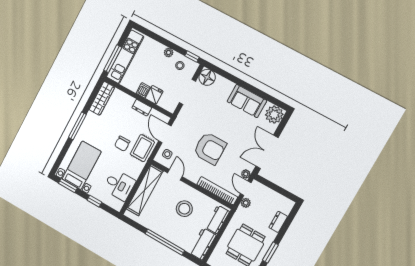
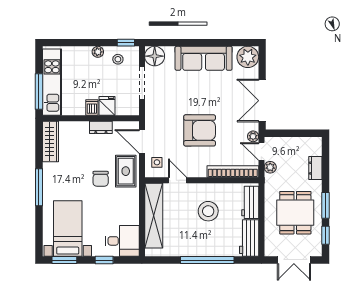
sofa: (247, 101) -> (204, 58), width x1.36
desk: (119, 185) -> (122, 241), moved

